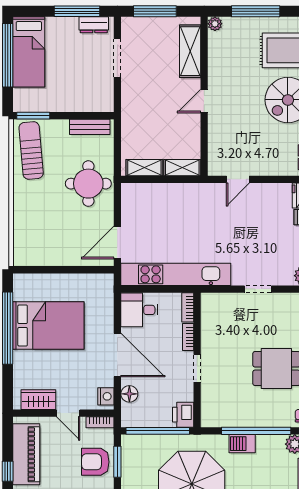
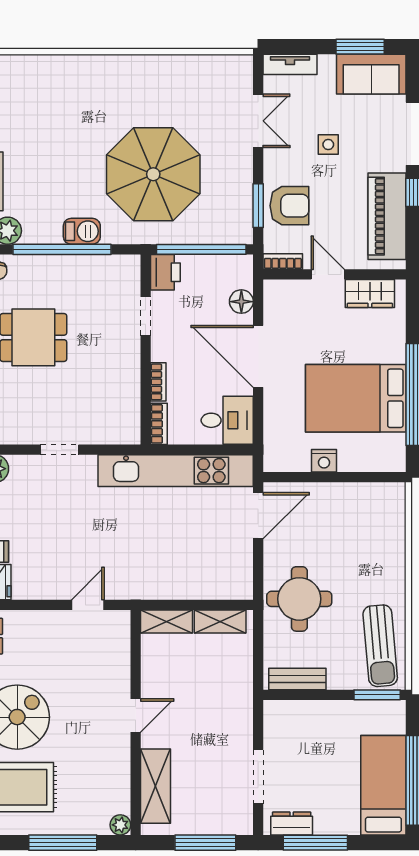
doorway: (197, 368) -> (146, 316), moved
nightstand: (106, 396) -> (324, 461), moved, turned -90

